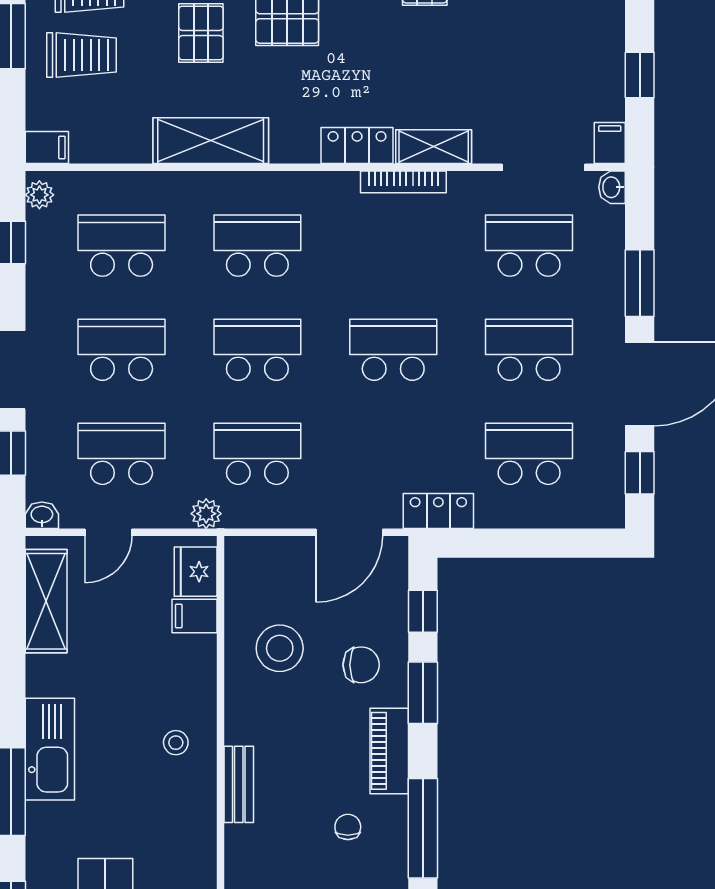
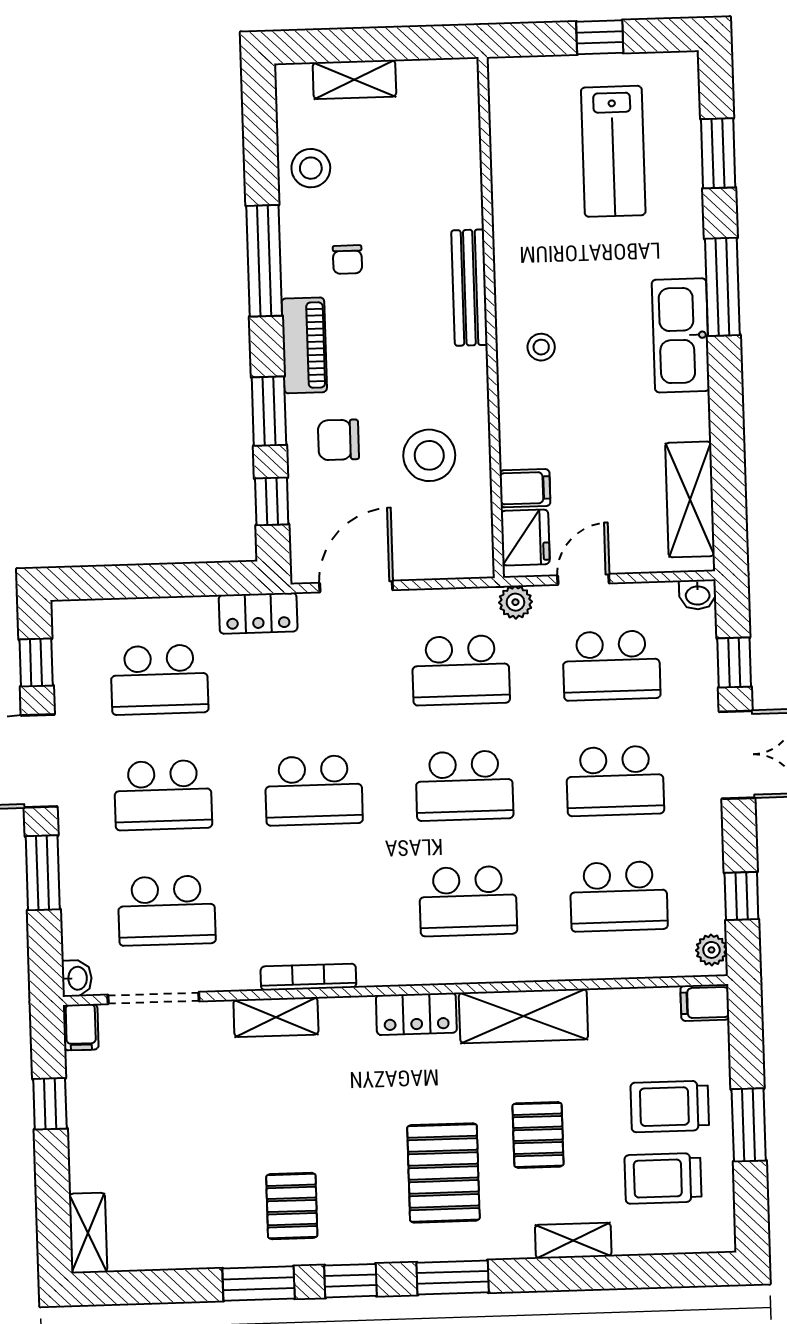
locker: (357, 145) -> (416, 1014), moved
door: (108, 532) -> (583, 579), moved
bench: (239, 784) -> (469, 288), width x1.36

